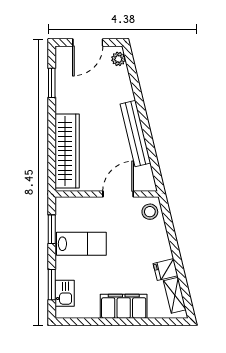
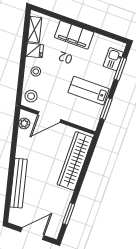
plant: (118, 59) -> (24, 123), moved
bench: (135, 133) -> (18, 183), moved
stool: (155, 244) -> (36, 71), added

